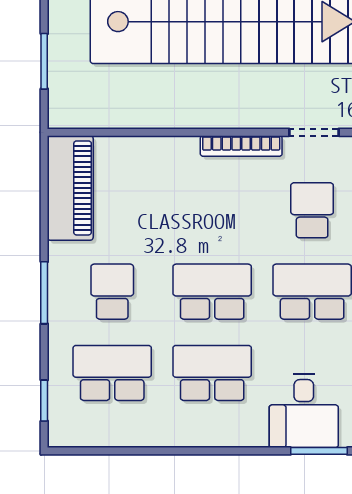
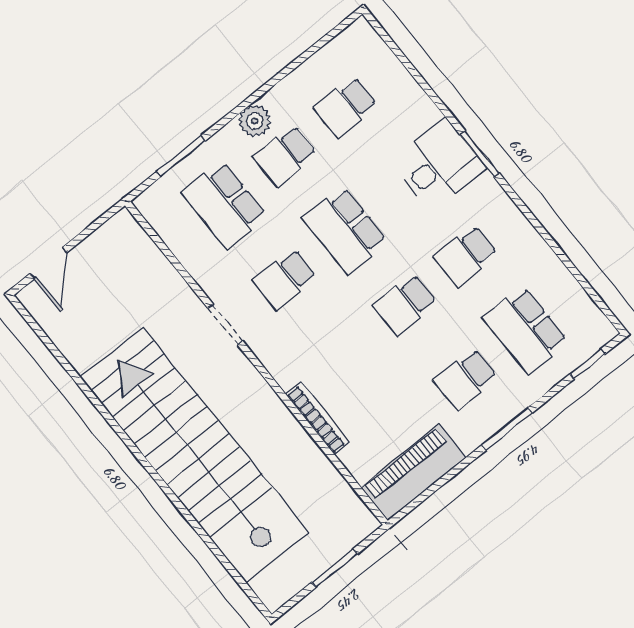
bookcase: (241, 146) -> (318, 418), moved
school desk: (212, 292) -> (405, 305), width x0.54
school desk: (212, 373) -> (466, 256), width x0.54
window: (319, 451) -> (480, 154), moved

